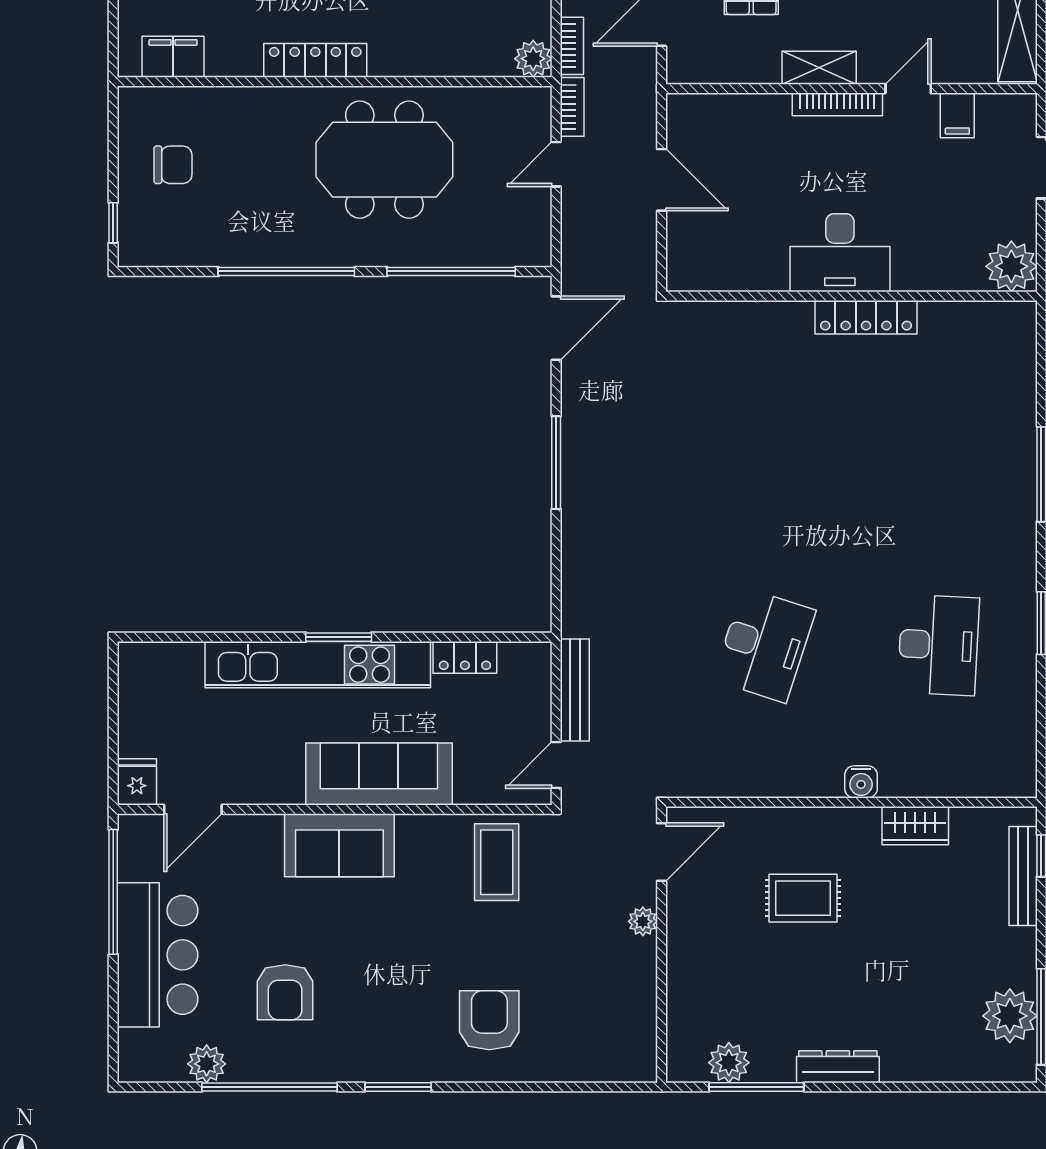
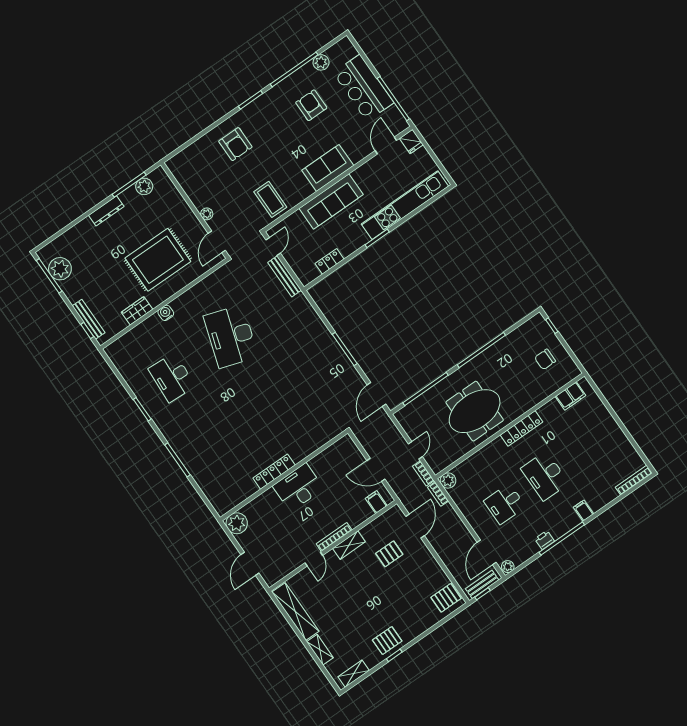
filing cabinet: (957, 115) -> (376, 502), moved
desk: (764, 645) -> (231, 336), width x1.36, depth x1.30
kitchen unit: (318, 665) -> (405, 205), moved
rug: (803, 898) -> (158, 260), width x1.86, depth x2.06

